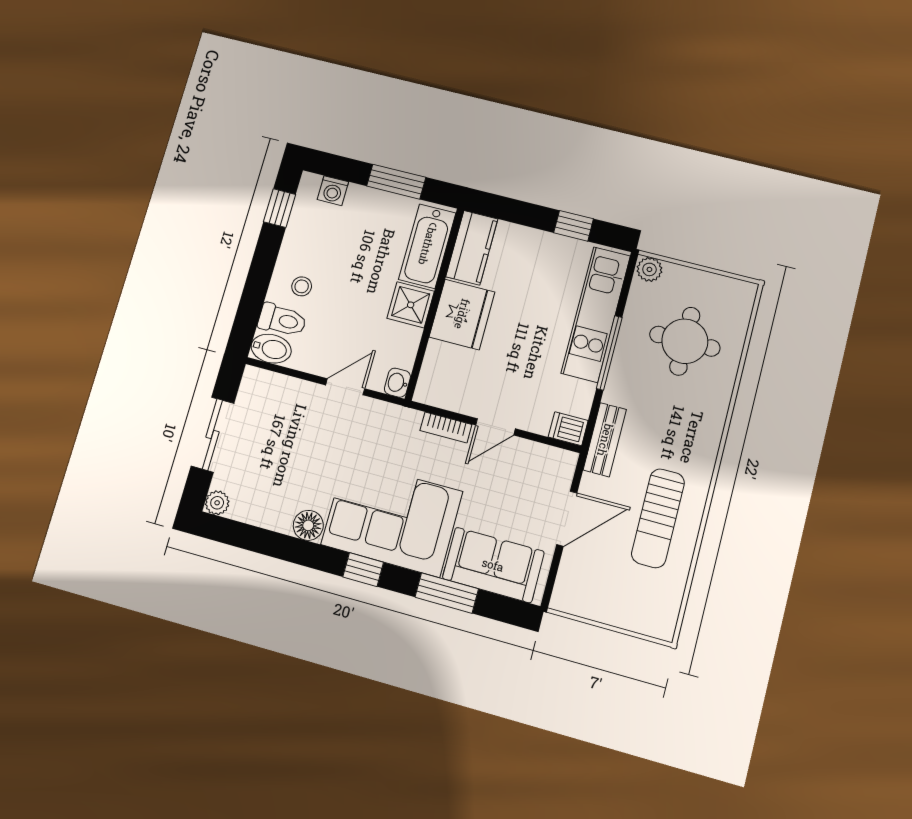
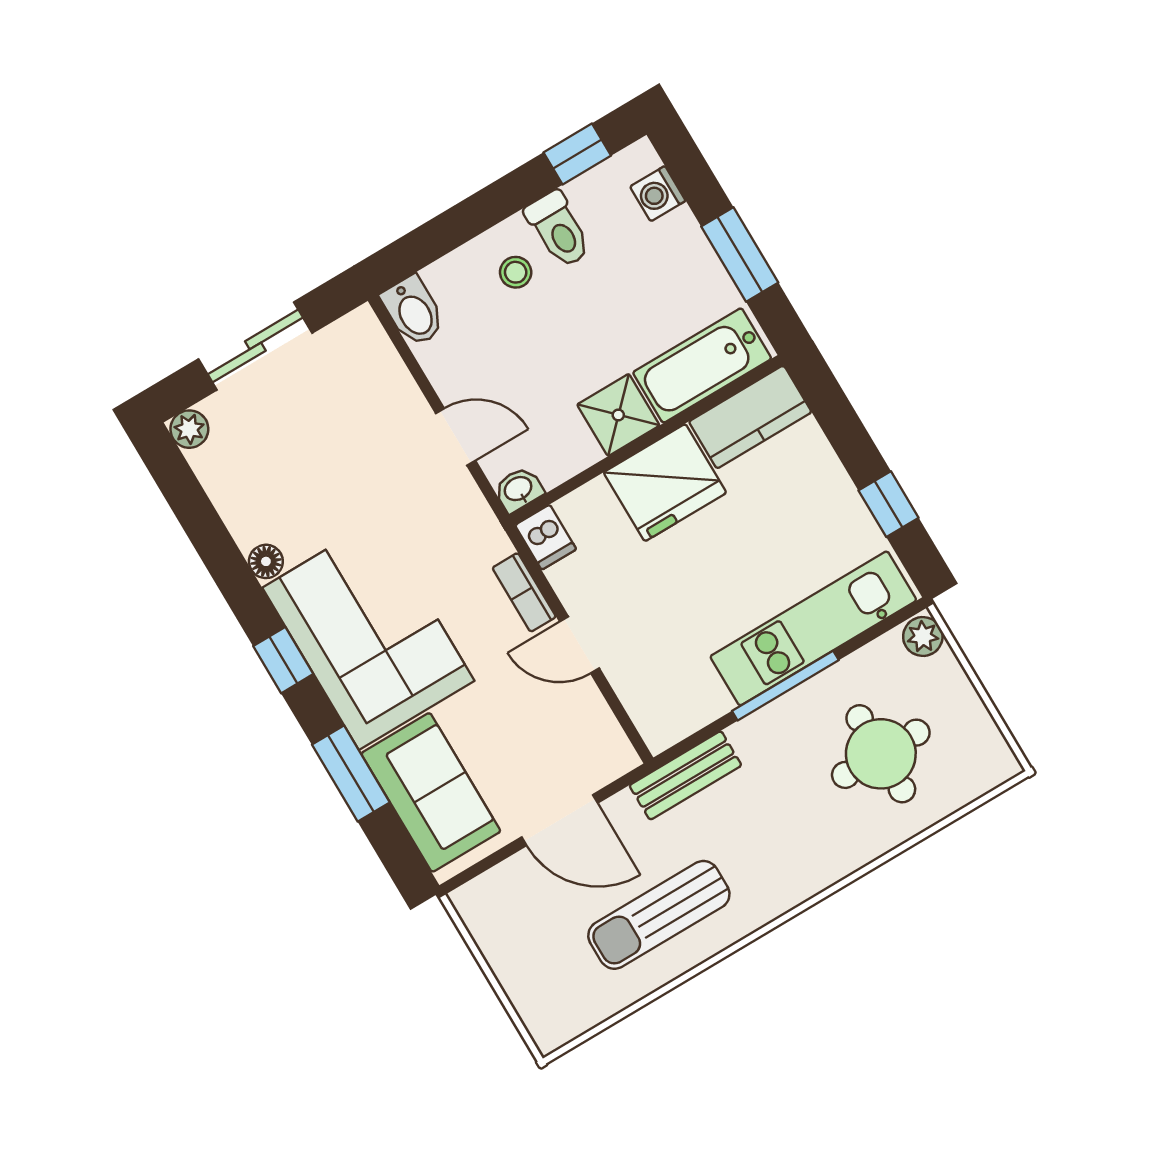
toilet: (282, 320) -> (558, 229), moved
dishwasher: (568, 429) -> (546, 537), moved, turned 180
floor lamp: (308, 525) -> (266, 561), width x0.73, depth x0.73

